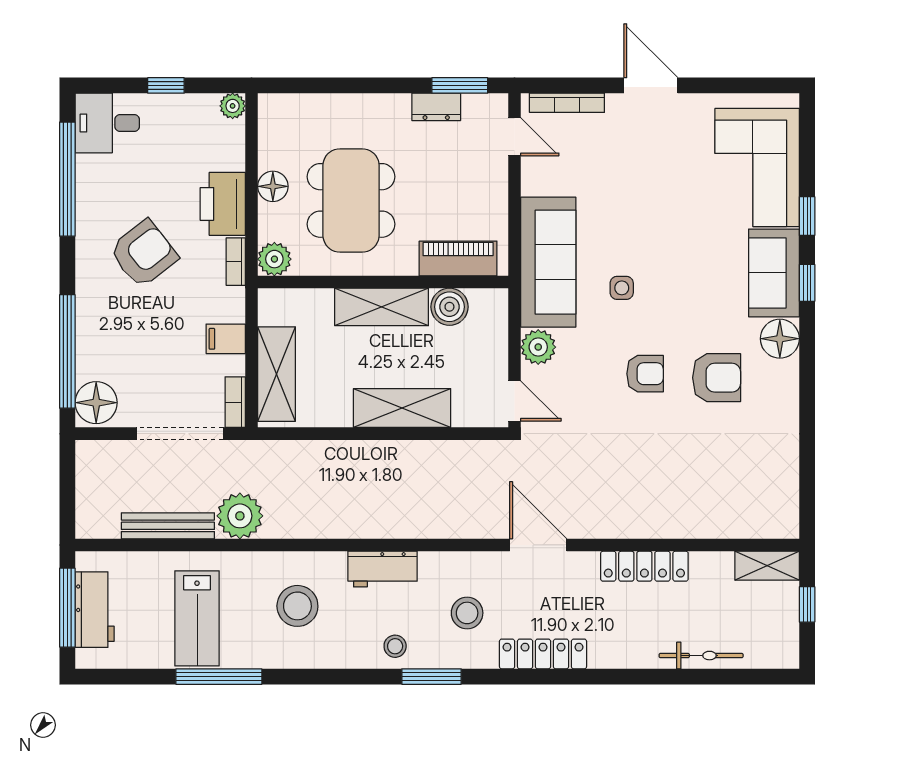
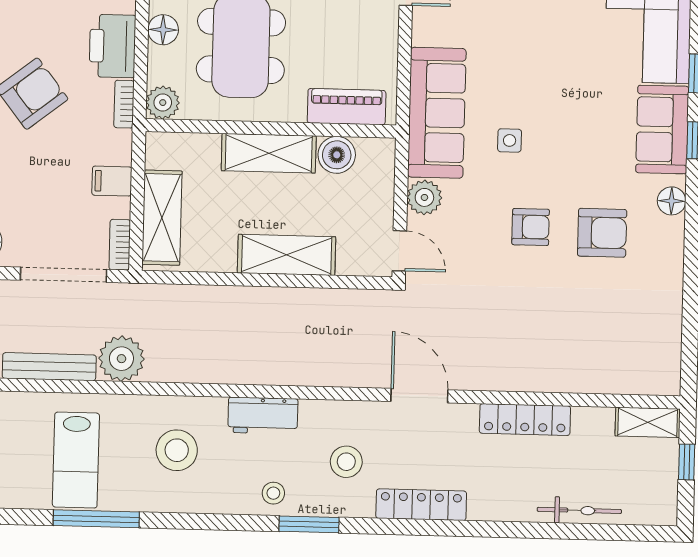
floor lamp: (780, 339) -> (672, 201), width x0.73, depth x0.73

